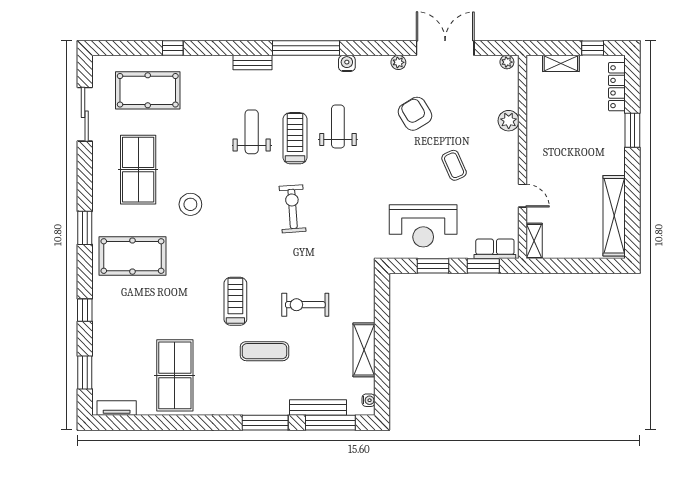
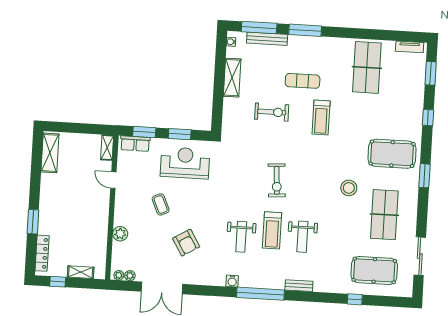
plant: (398, 62) -> (130, 276), moved
shelving: (614, 216) -> (50, 153), width x0.68

